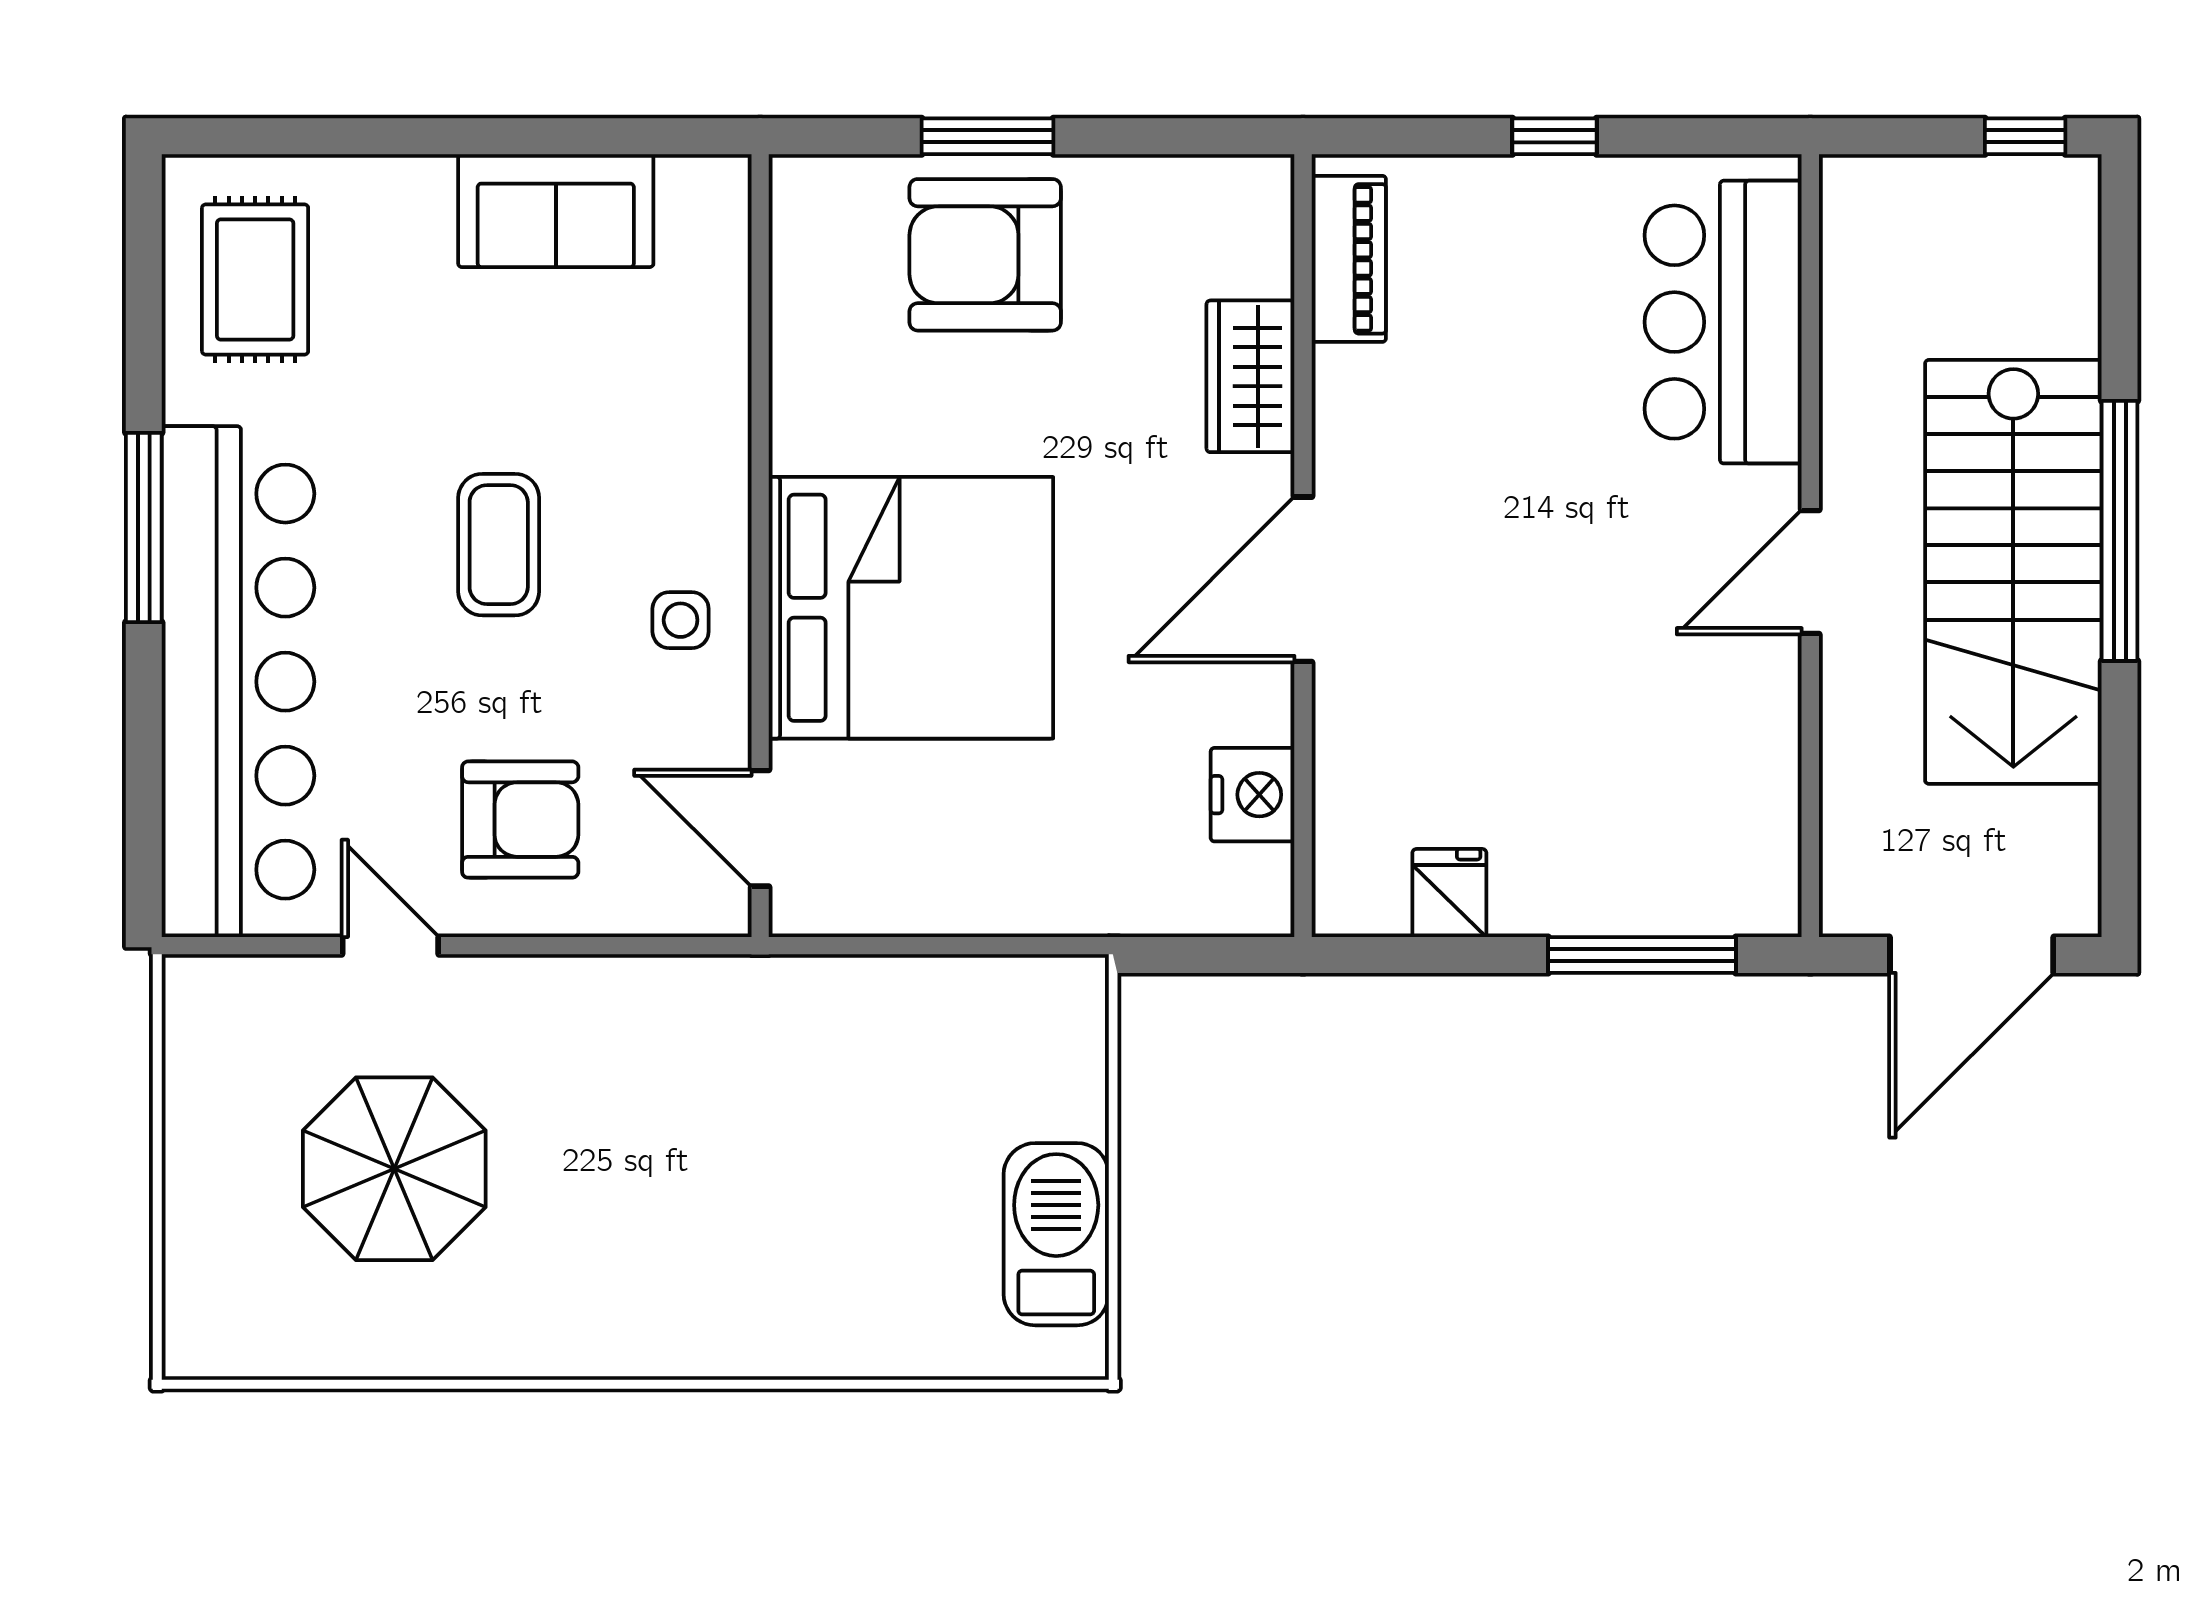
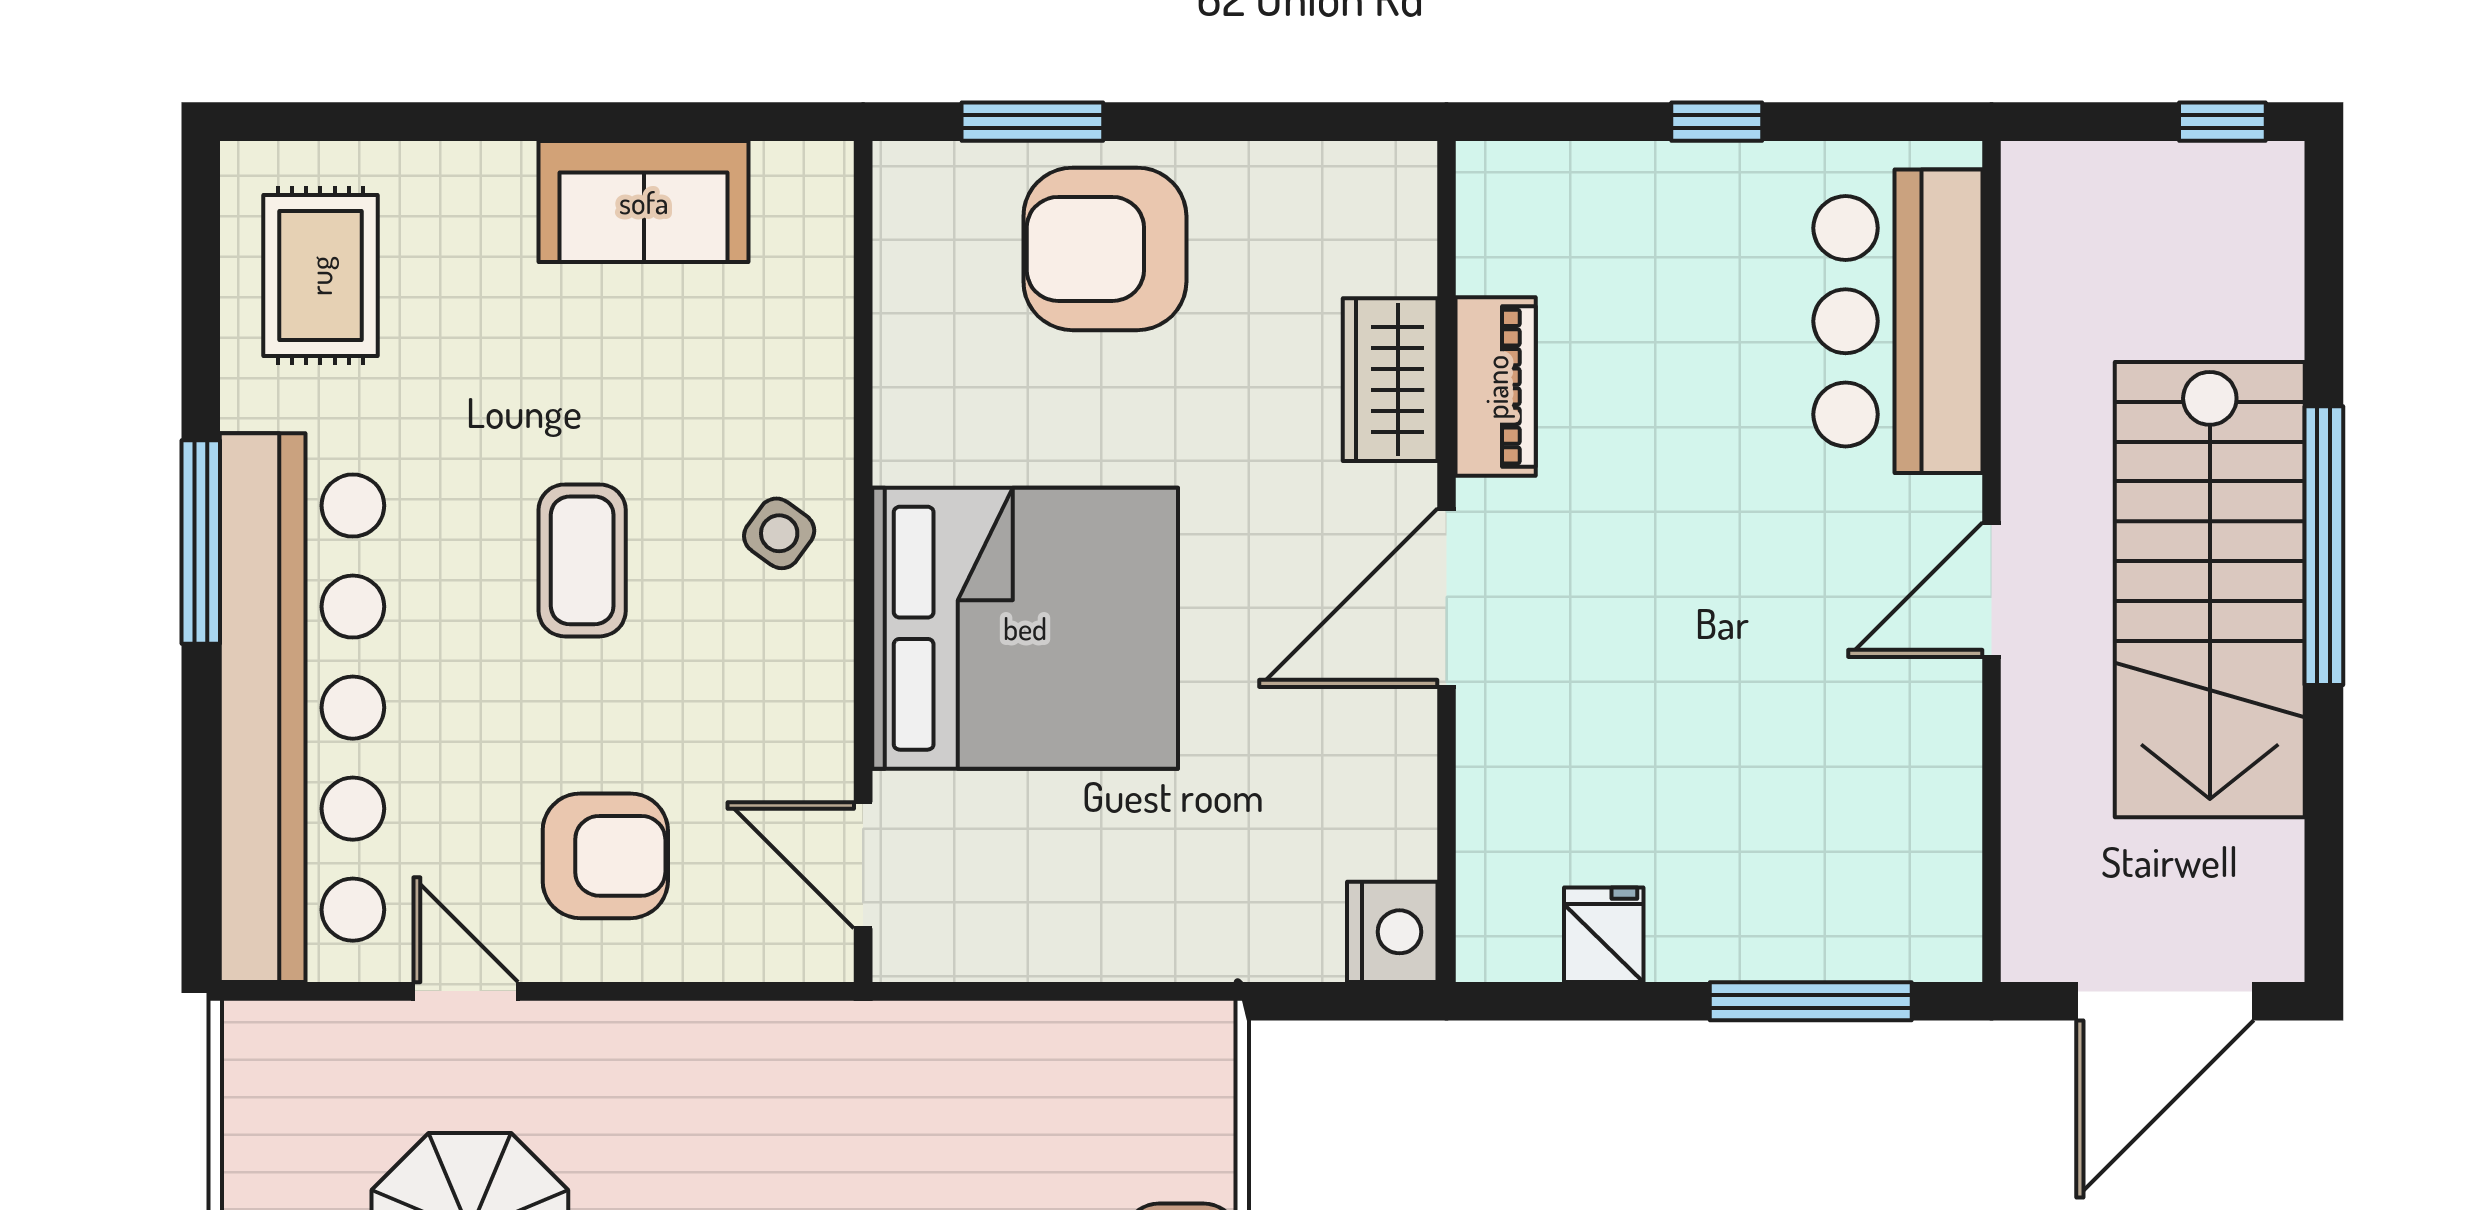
window: (988, 136) -> (1032, 122), moved
piano: (1349, 259) -> (1496, 387), moved
side table: (681, 620) -> (779, 533), moved, turned 36
nightstand: (1253, 795) -> (1392, 932), moved

